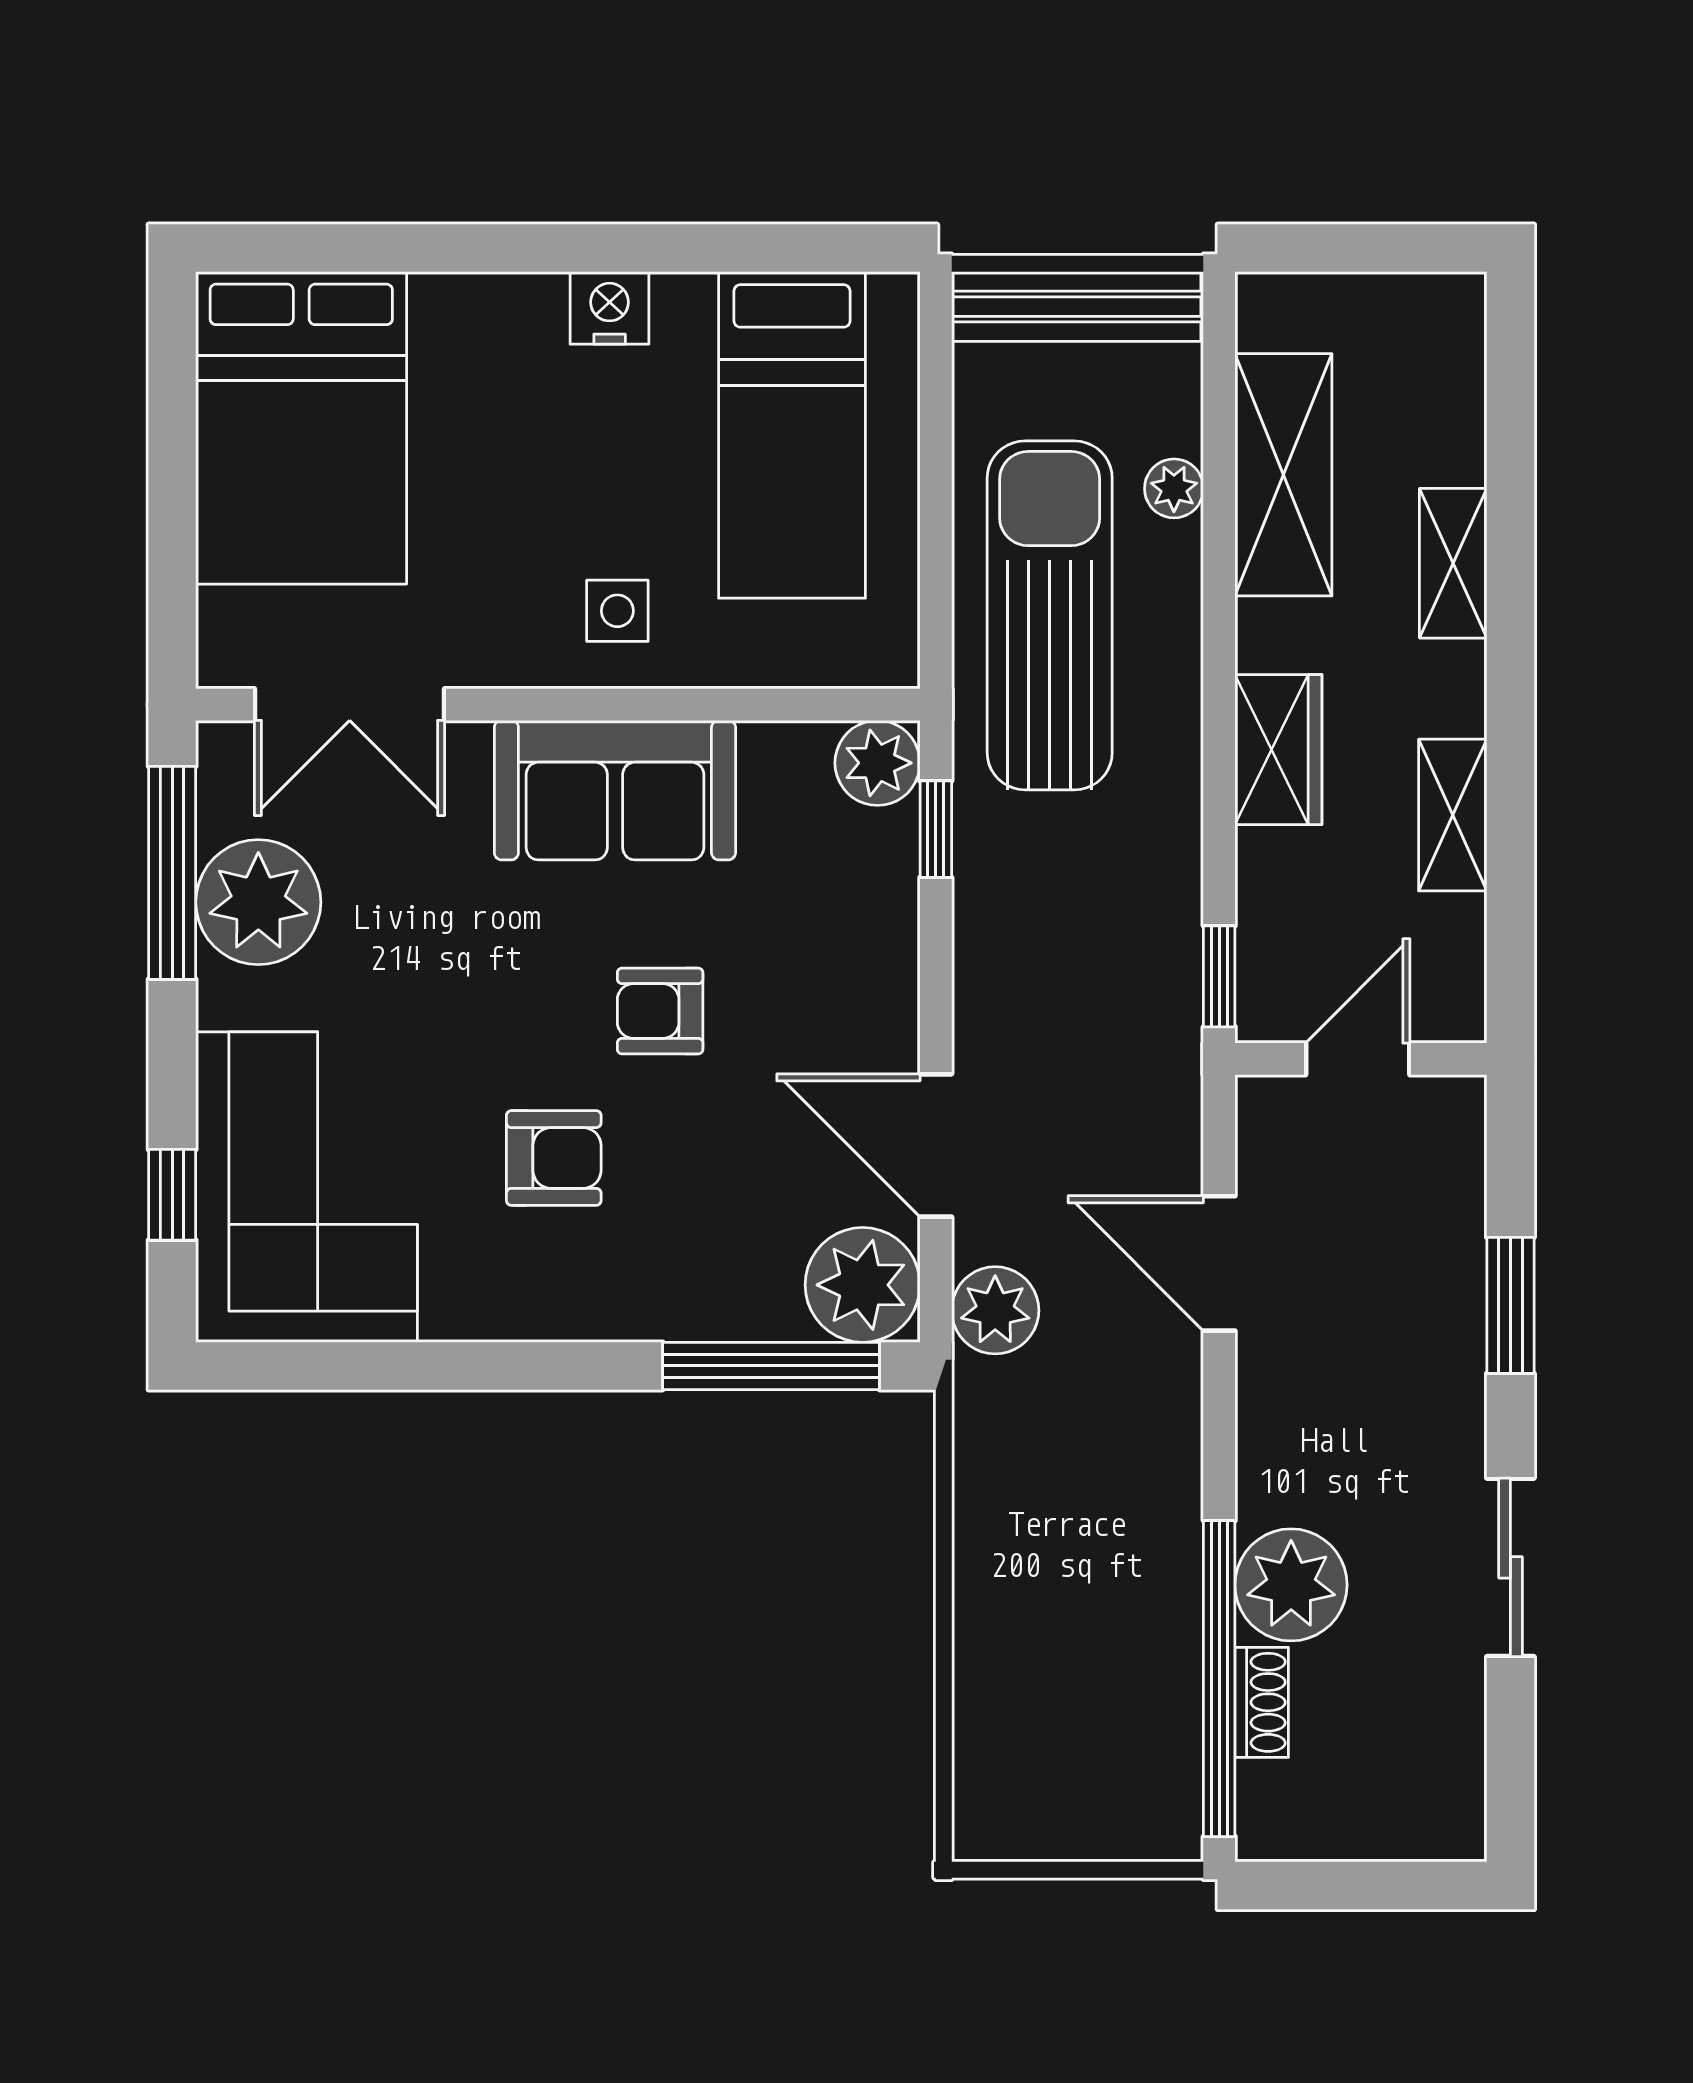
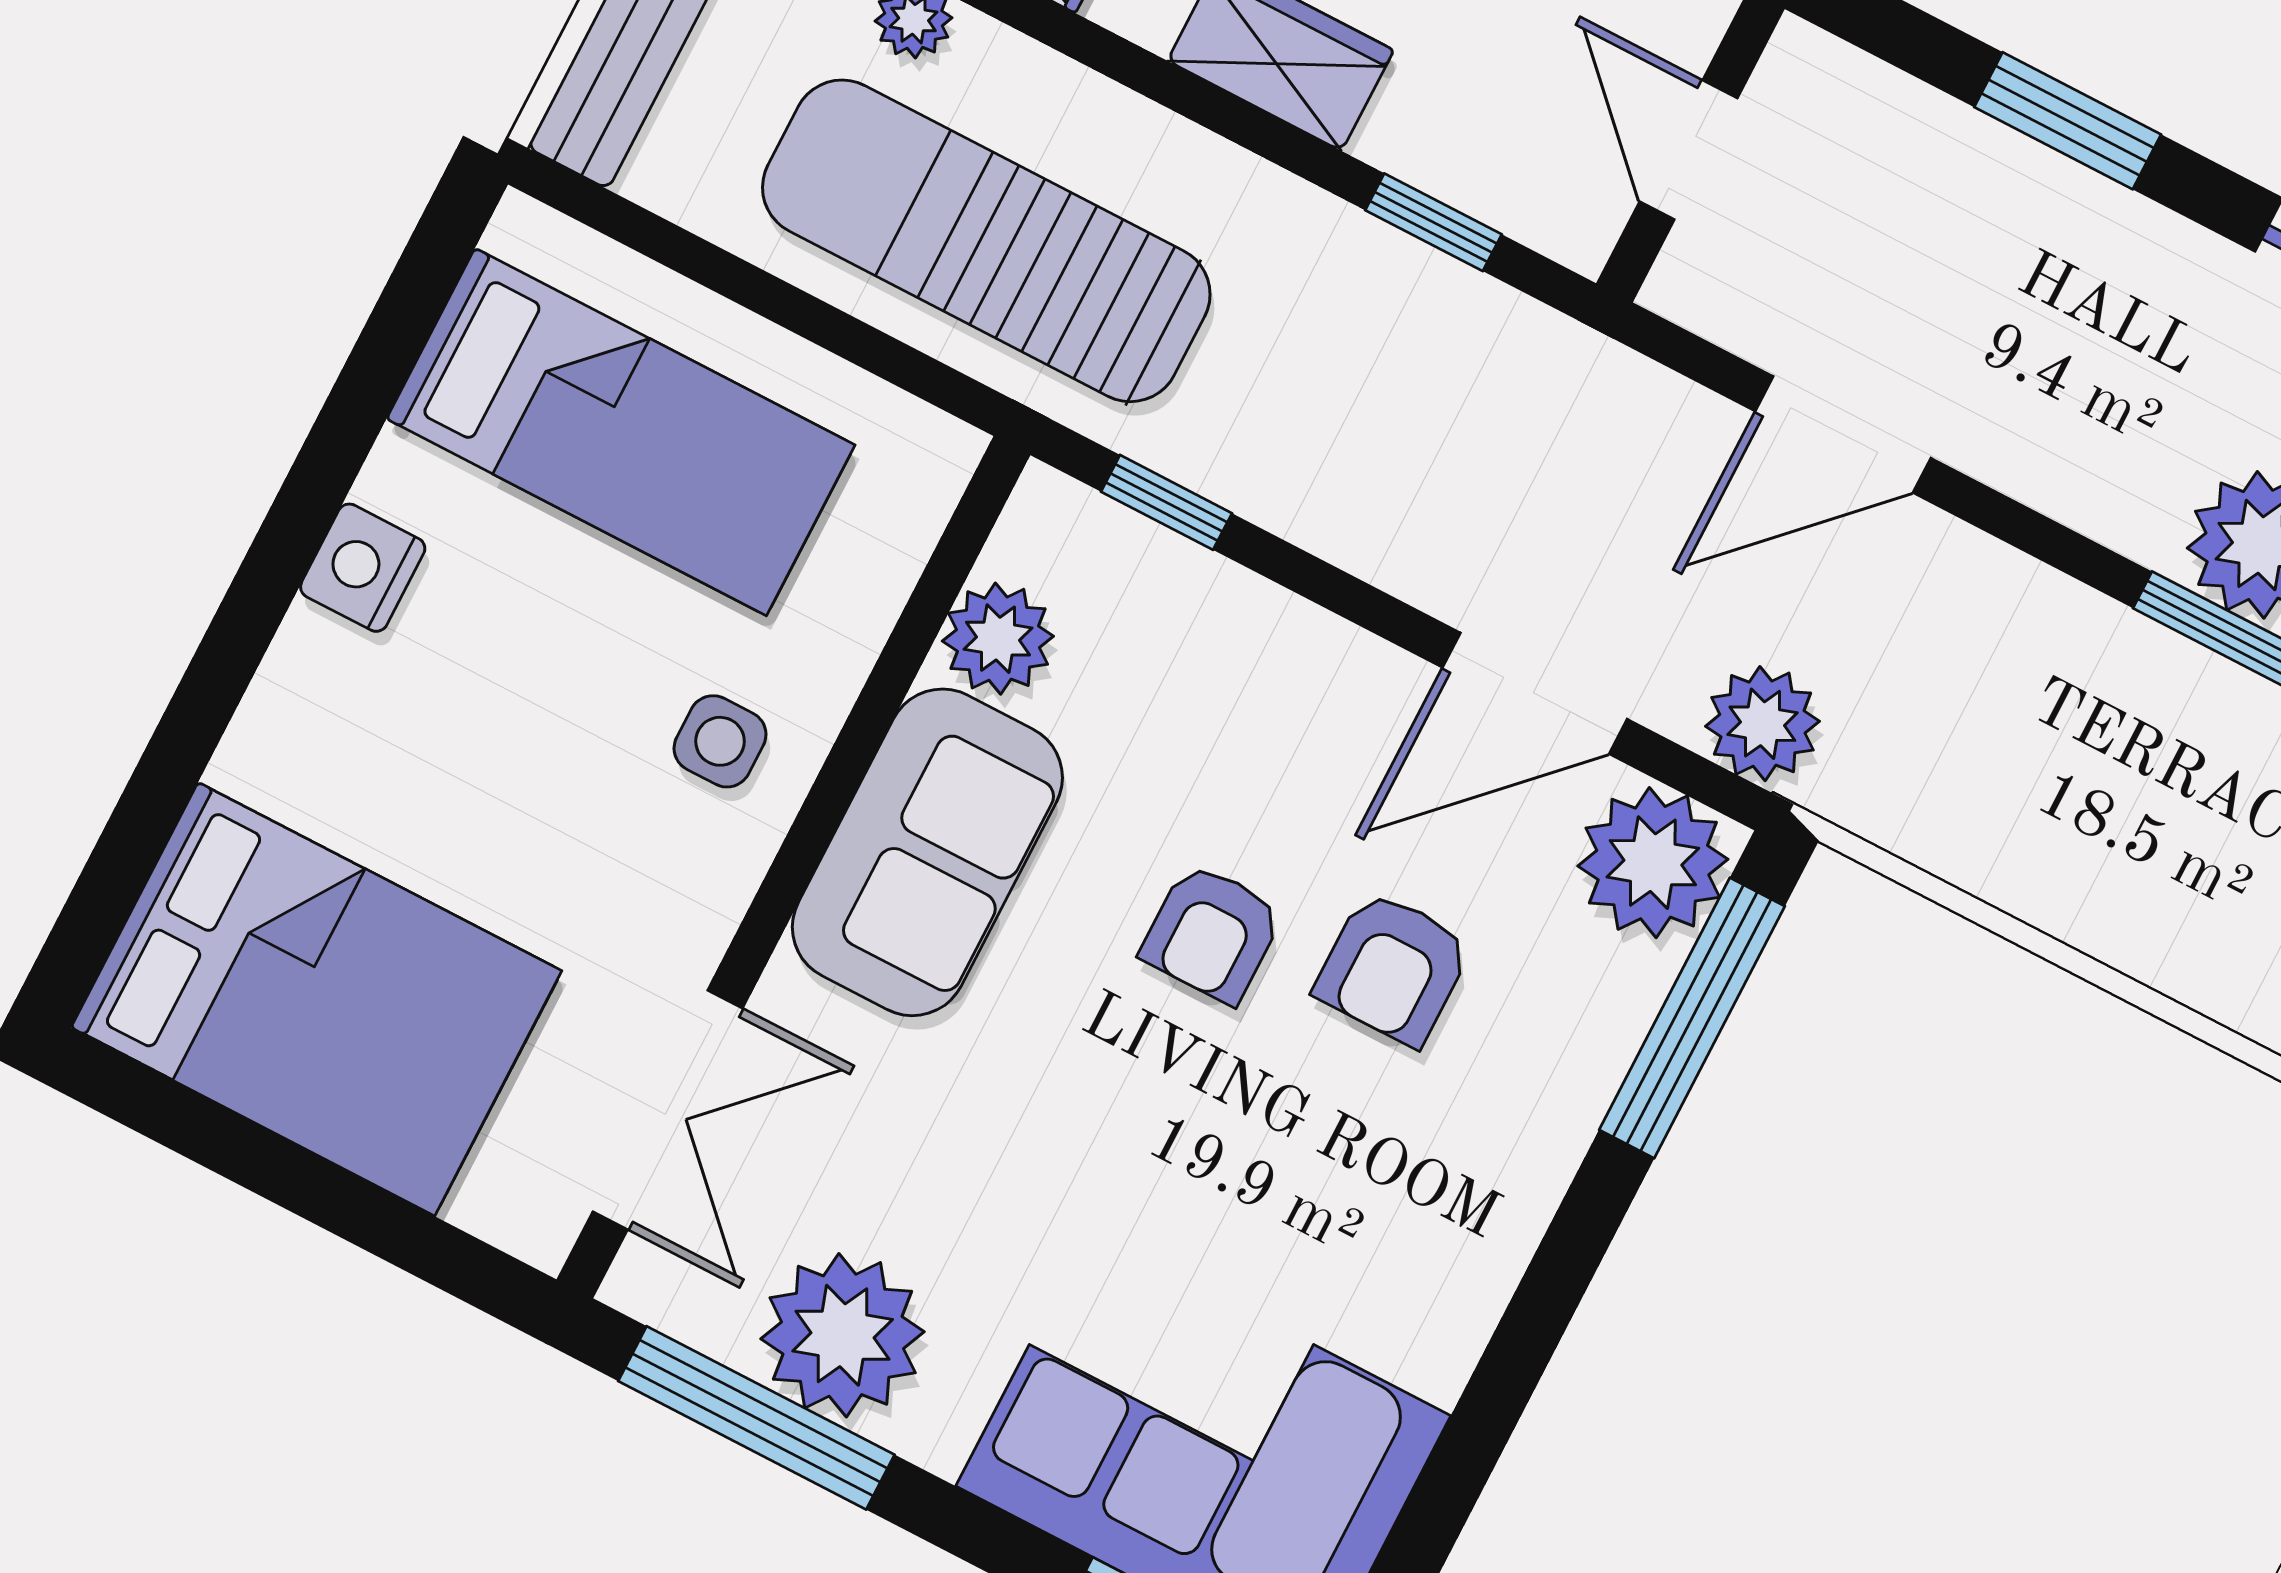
plant: (877, 763) -> (998, 639), moved
window: (1219, 976) -> (1433, 222), moved
armchair: (554, 1158) -> (1393, 968), moved, turned 180

